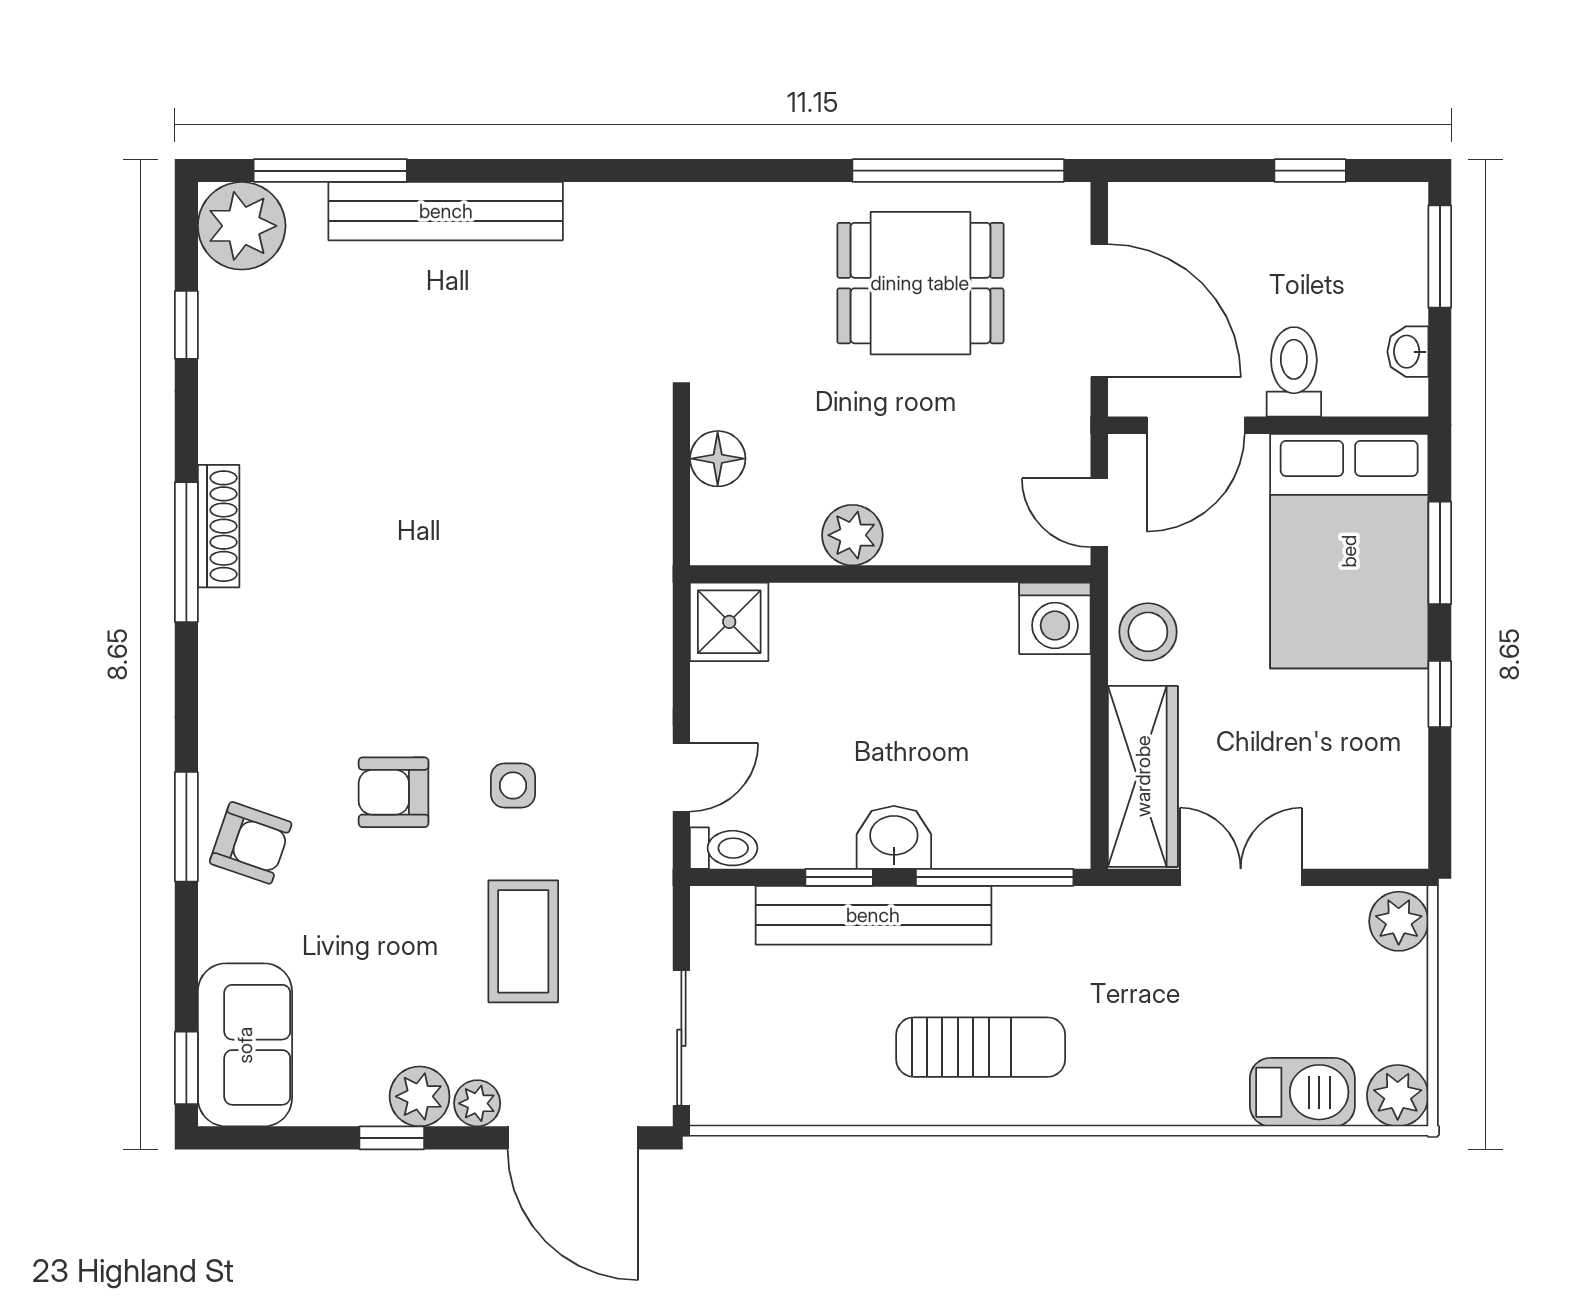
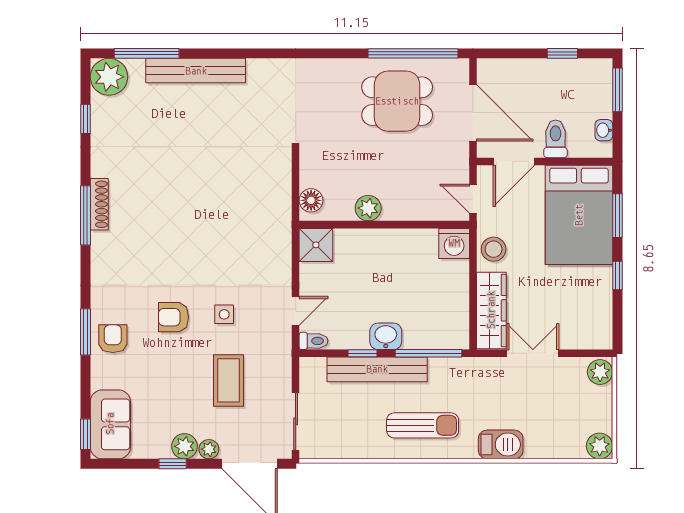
floor lamp: (718, 459) -> (311, 200), moved
armchair: (251, 843) -> (113, 339), turned -109
barbecue: (1302, 1092) -> (501, 444), moved

